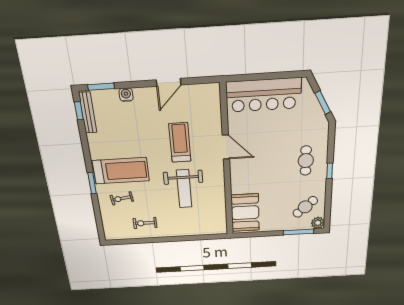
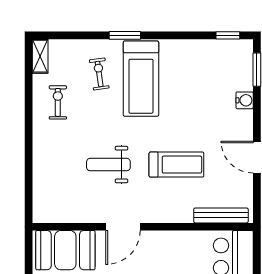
bench: (88, 113) -> (221, 215), moved
door: (226, 147) -> (123, 227), moved
weight bench: (184, 189) -> (108, 165), width x0.73, depth x0.75
shelving: (116, 235) -> (40, 56), added

